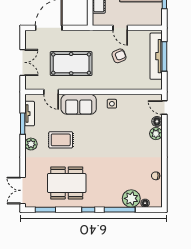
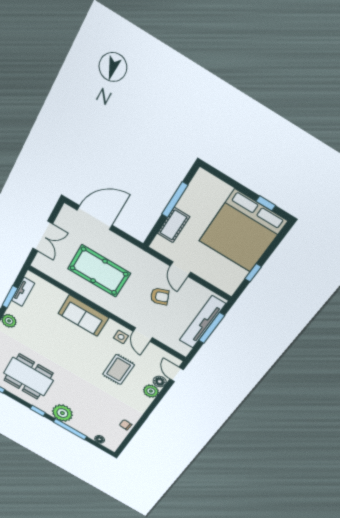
door: (51, 92) -> (143, 335), moved
rug: (61, 140) -> (118, 370), moved, turned 90
plant: (131, 198) -> (62, 413), moved

